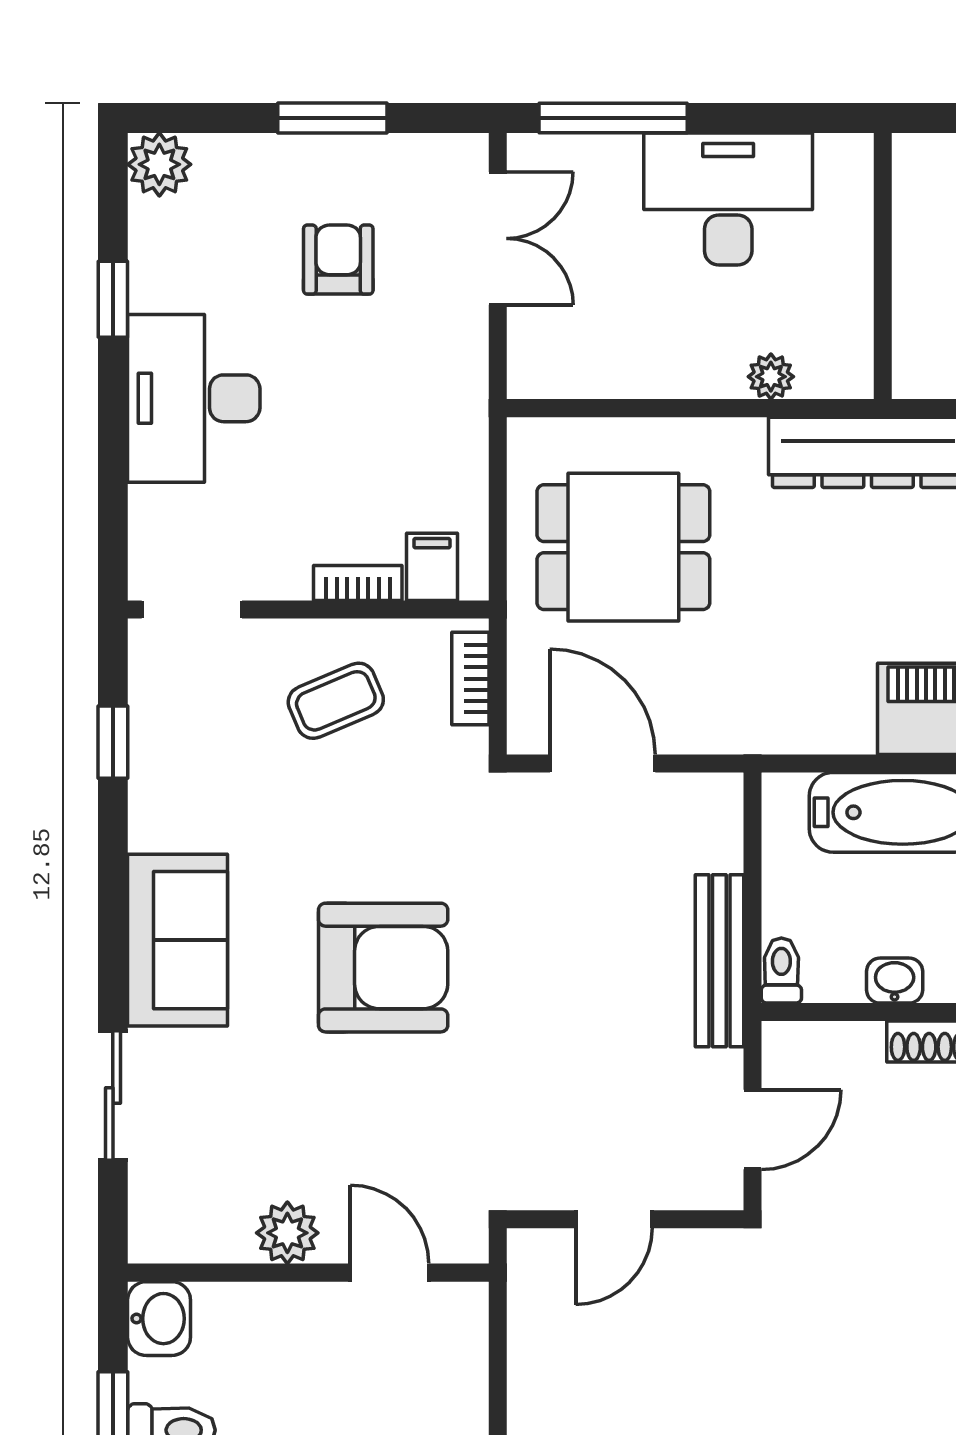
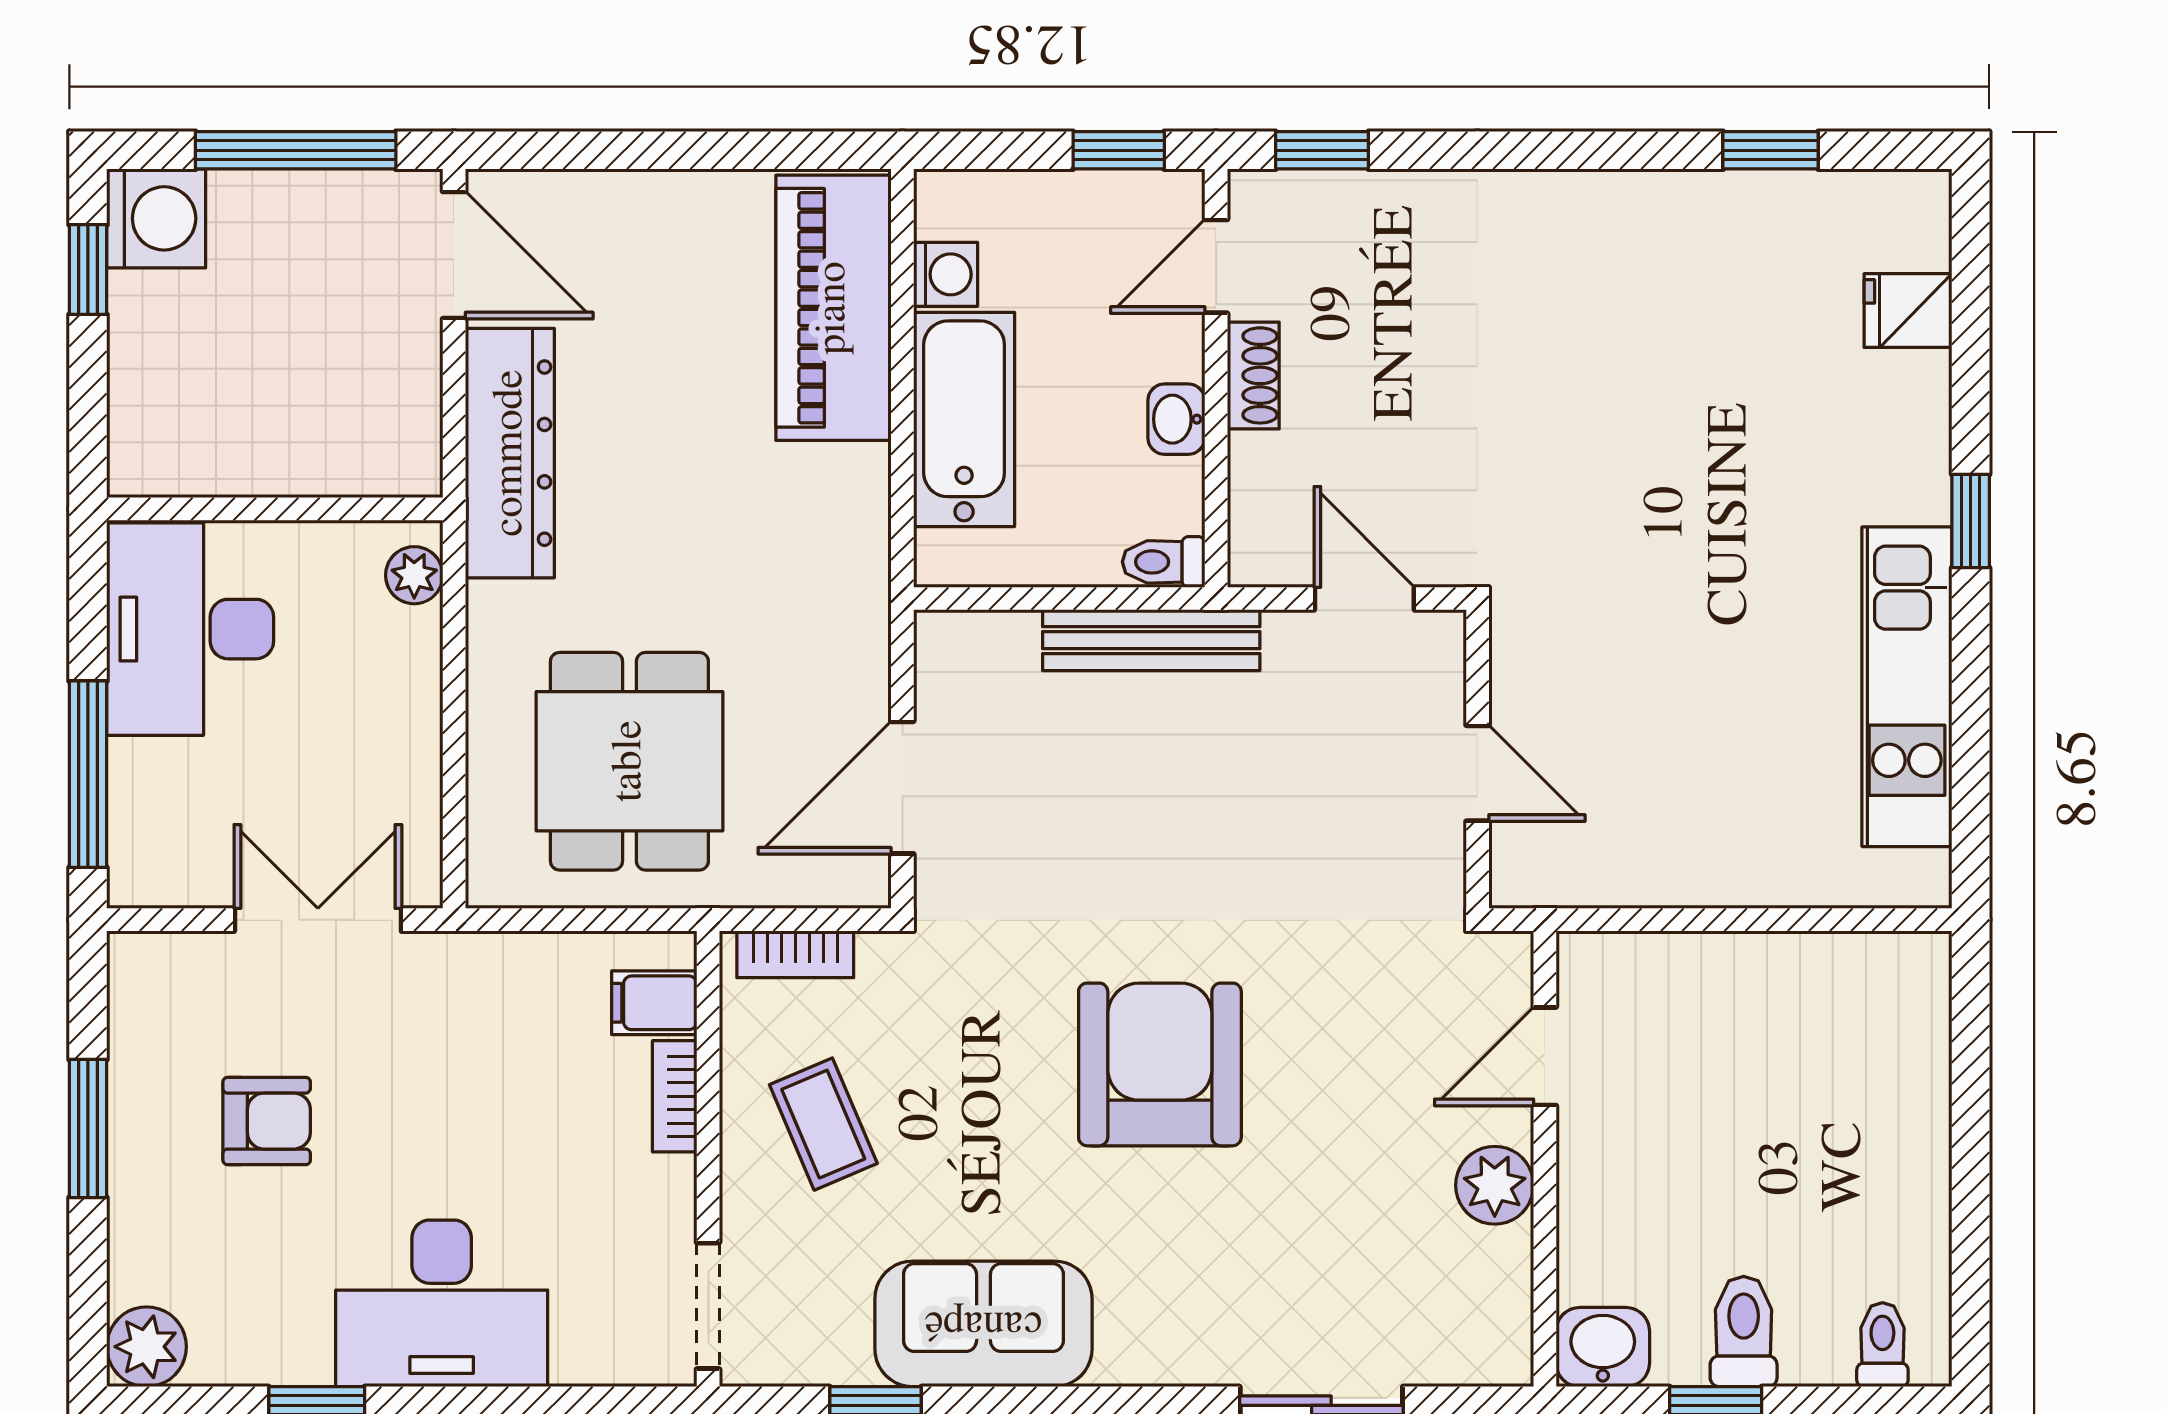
double door: (498, 238) -> (318, 920), moved
armchair: (338, 260) -> (267, 1121), turned 180
wall: (883, 266) -> (275, 509), moved
sofa: (177, 940) -> (983, 1324), moved

